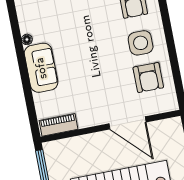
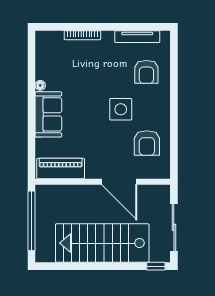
side table: (141, 43) -> (121, 109), moved
piano: (58, 125) -> (61, 168), width x1.37, depth x1.33

